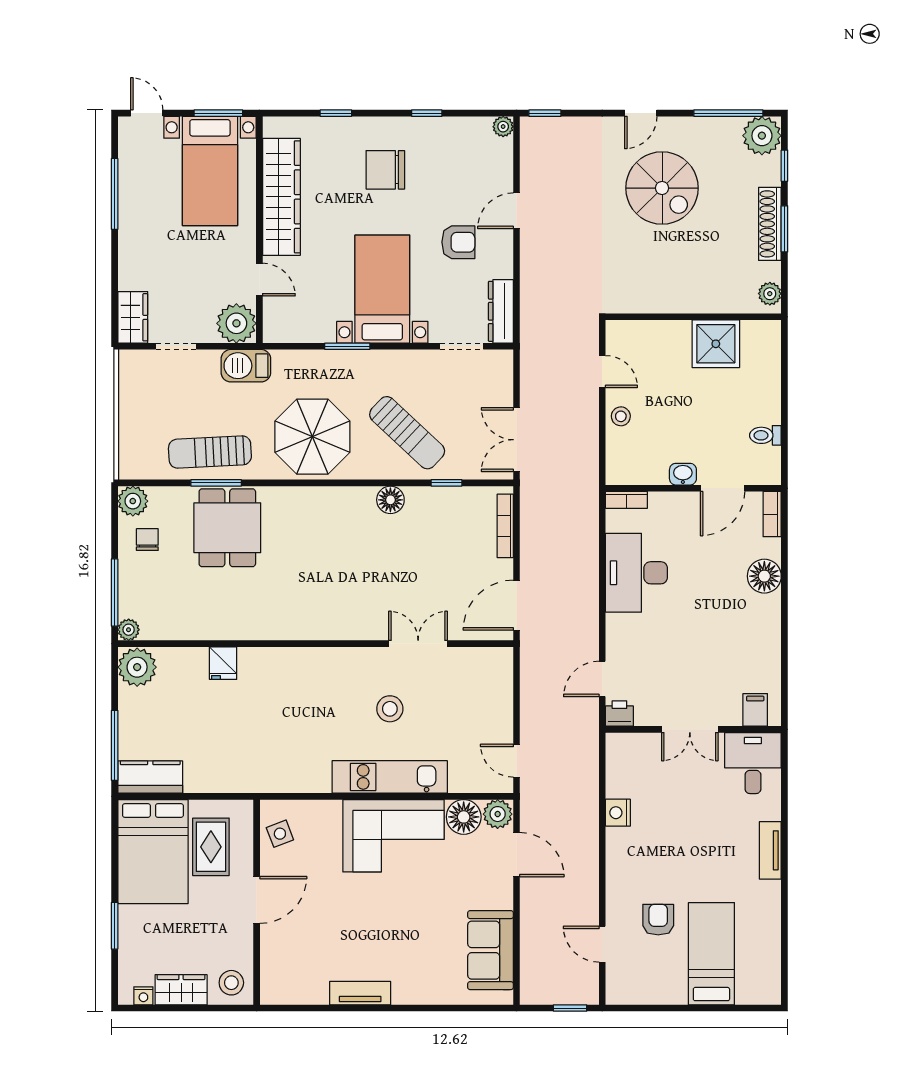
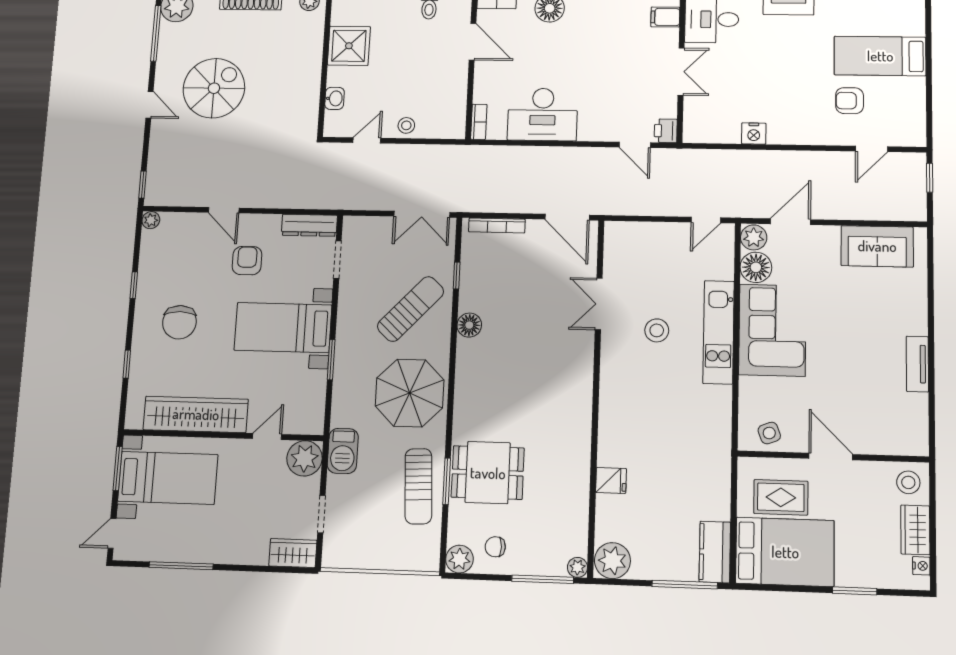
washbasin: (683, 474) -> (335, 98), moved, turned 180

